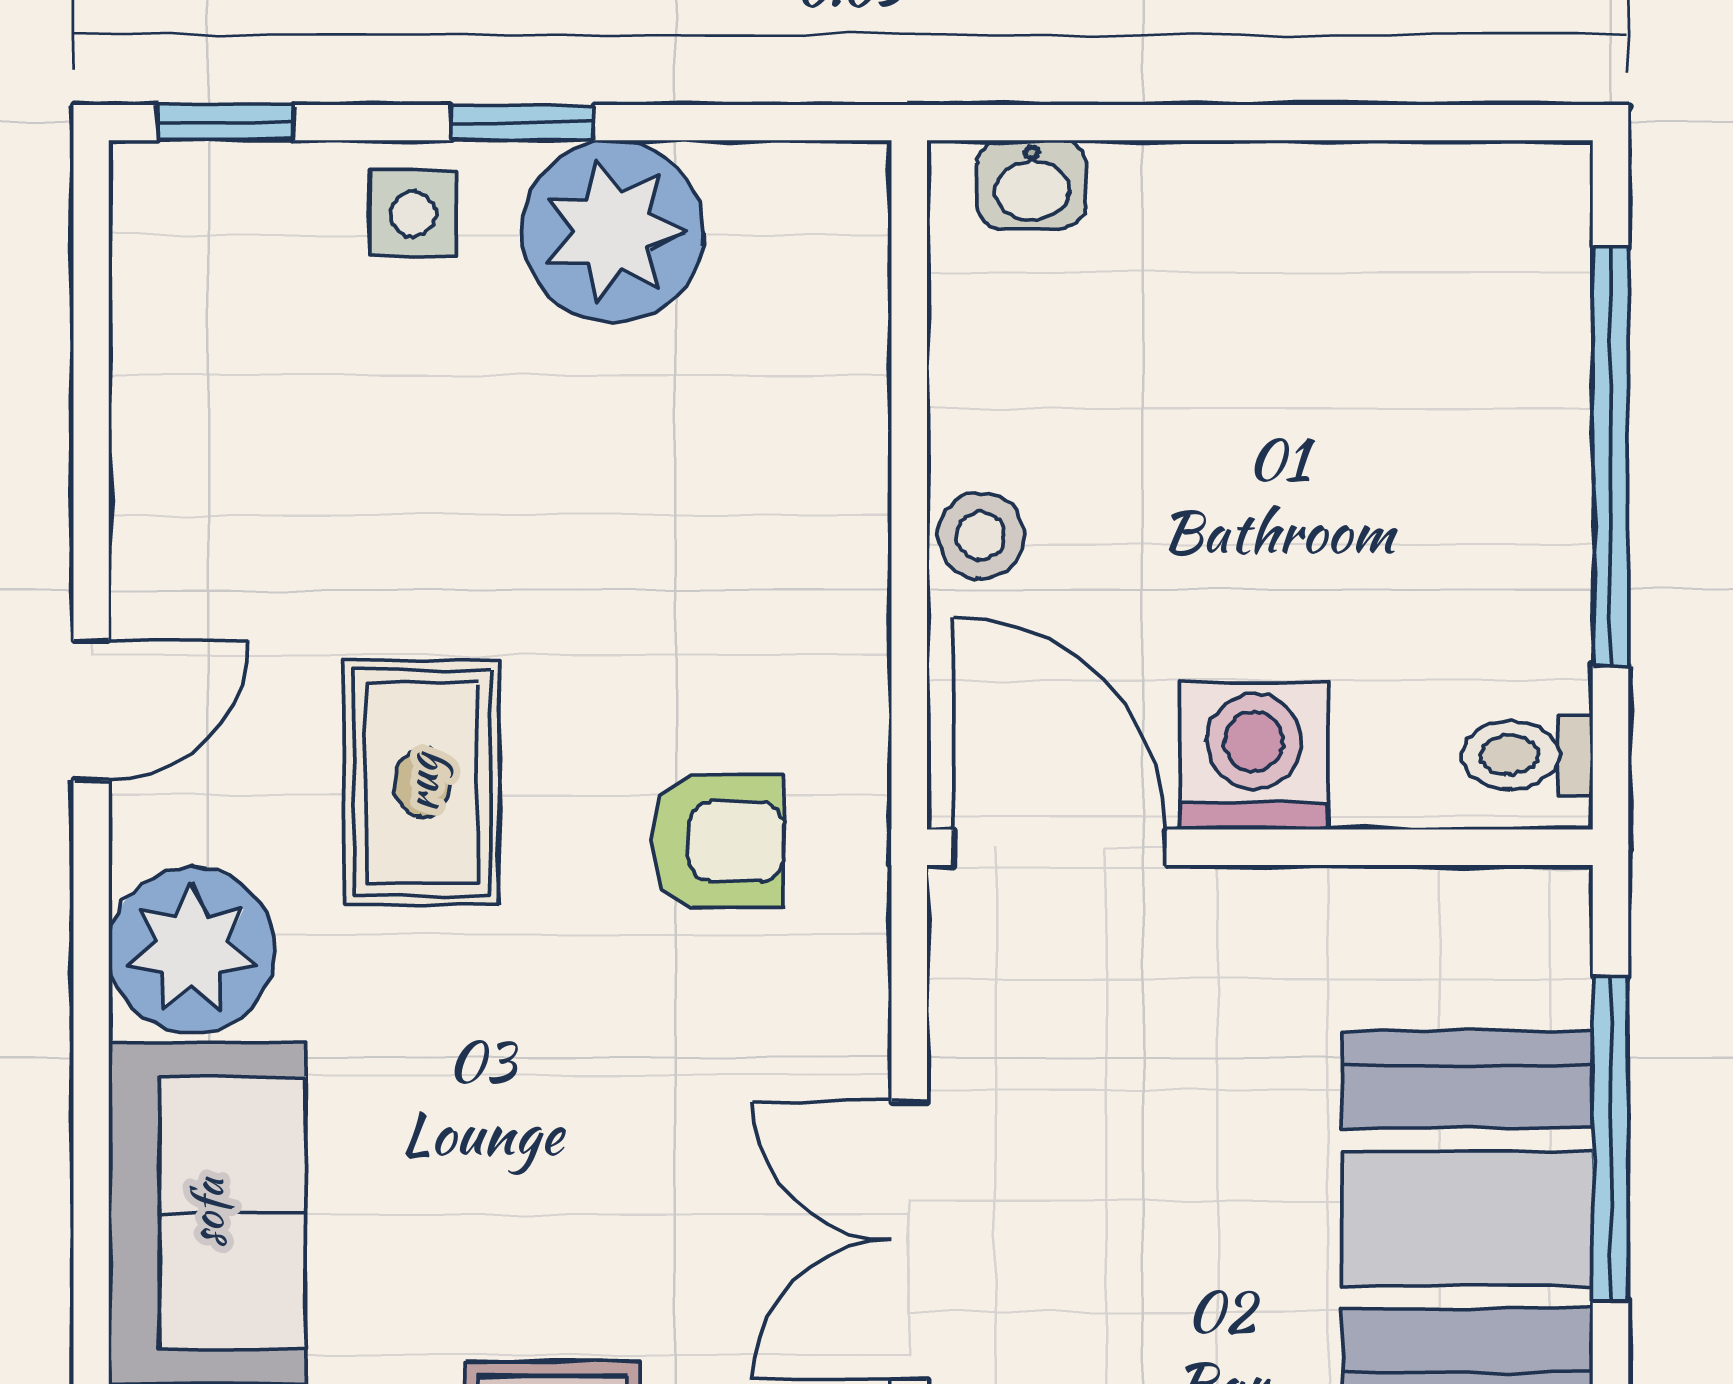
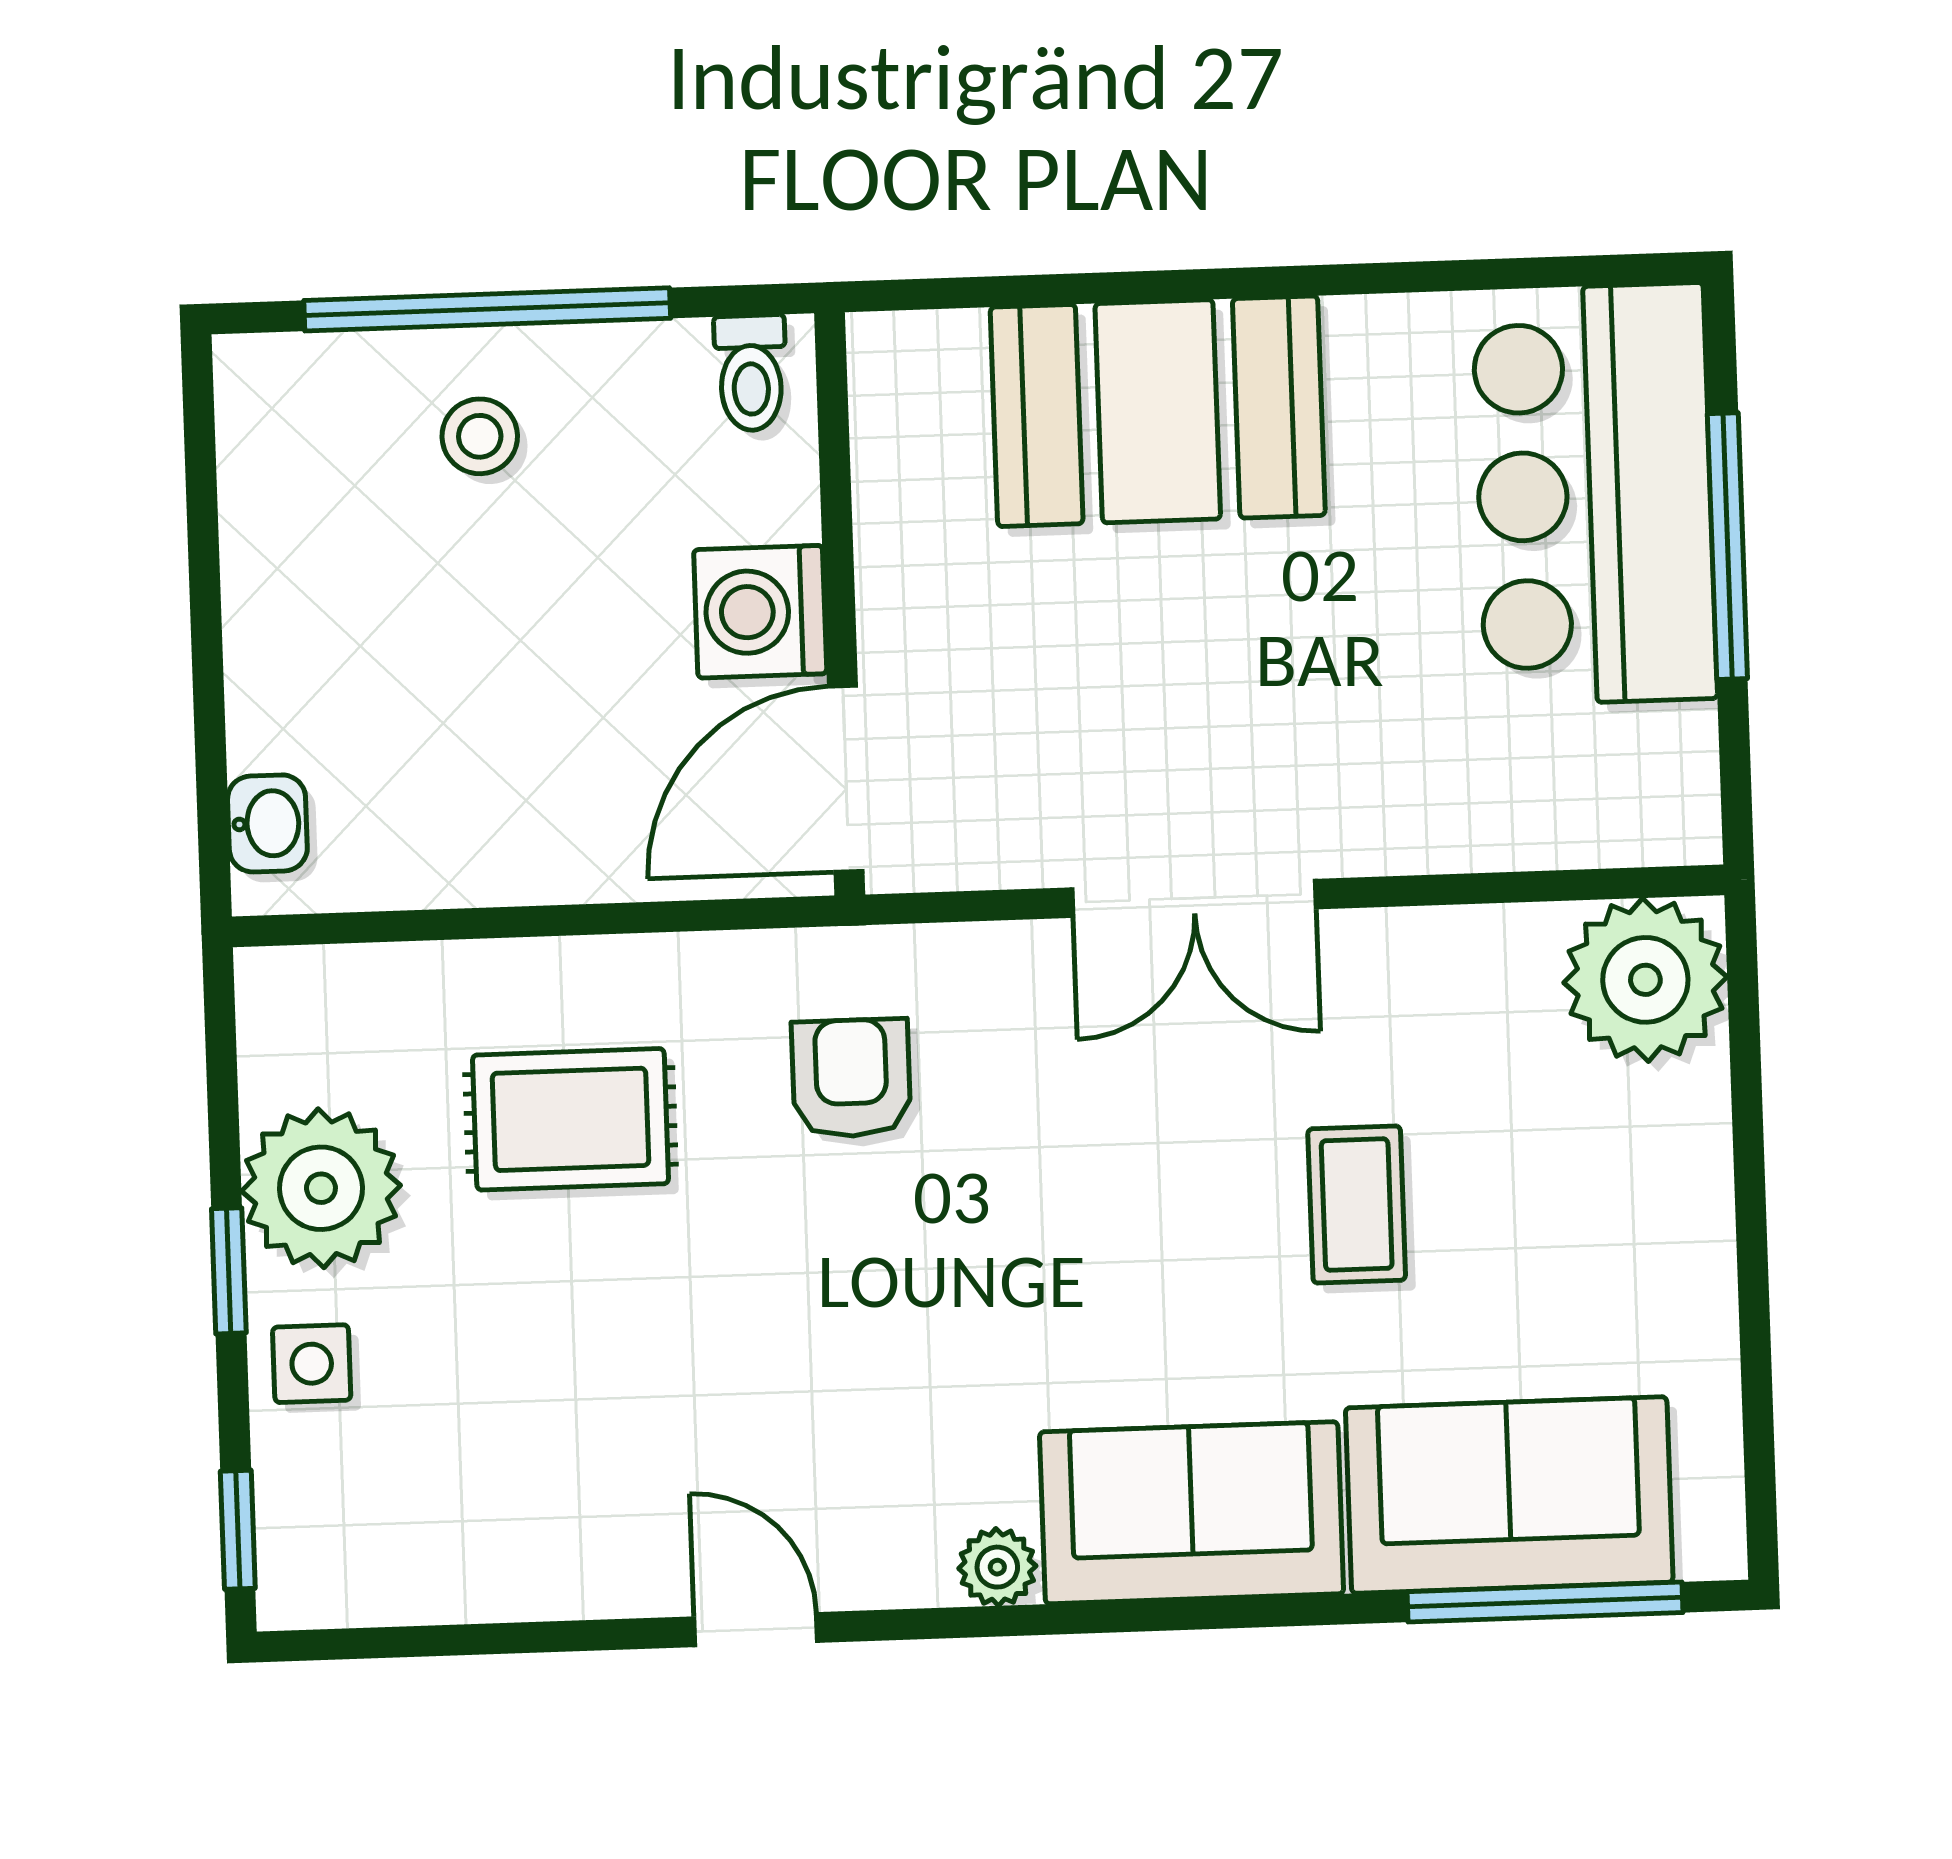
stool: (981, 536) -> (480, 436), moved
rug: (422, 783) -> (571, 1119), moved
plant: (192, 950) -> (997, 1567), width x0.53, depth x0.53
window: (1611, 1139) -> (1084, 289), removed

